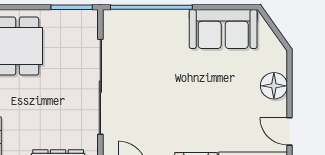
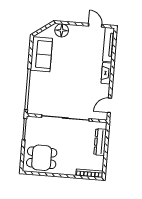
floor lamp: (274, 86) -> (62, 30), moved
door: (289, 131) -> (95, 25), swing flipped

